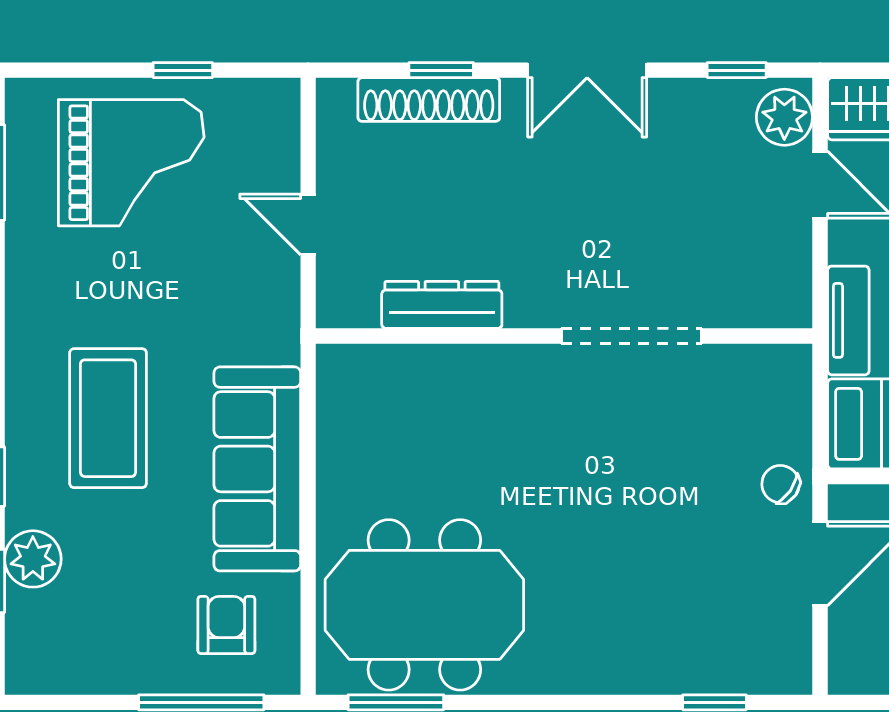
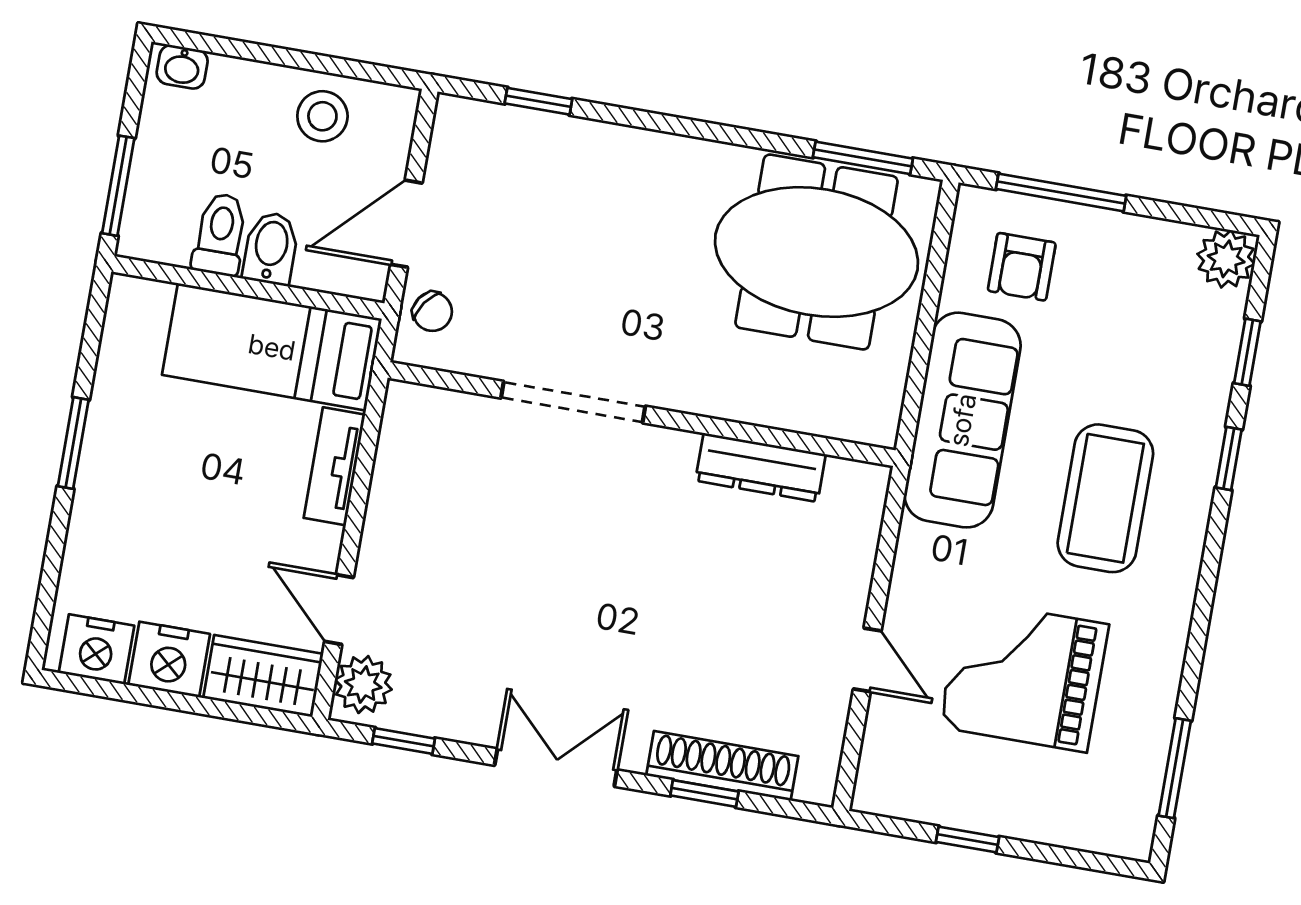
grand piano: (131, 163) -> (1024, 676), moved
dresser: (442, 305) -> (761, 467), moved
wall: (564, 336) -> (642, 414), moved
doorway: (631, 336) -> (573, 402), moved
plant: (33, 559) -> (1226, 259), moved

